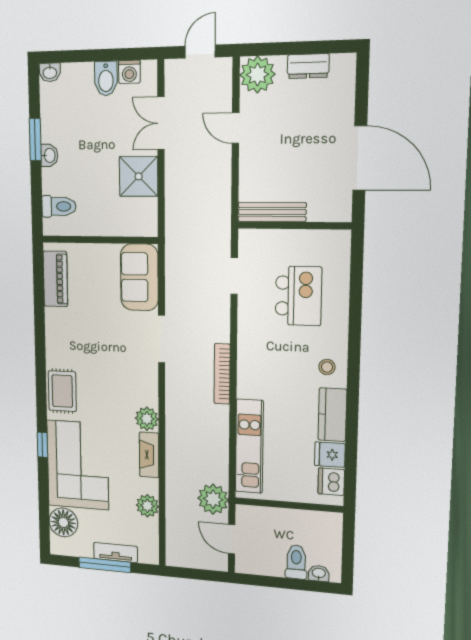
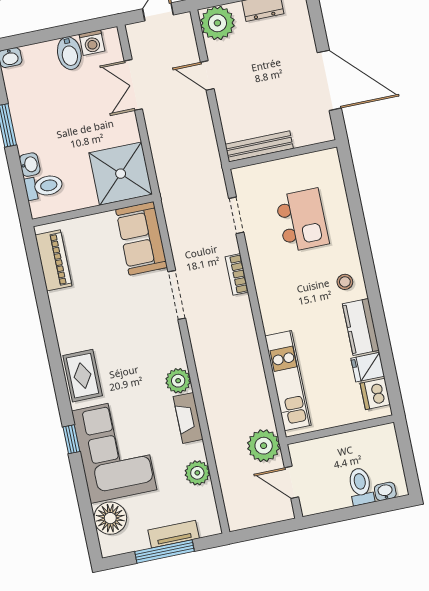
washbasin: (49, 155) -> (30, 165), moved
shower: (139, 176) -> (121, 174), moved, width x1.37, depth x1.37
bookcase: (222, 374) -> (237, 274), moved, width x0.64

